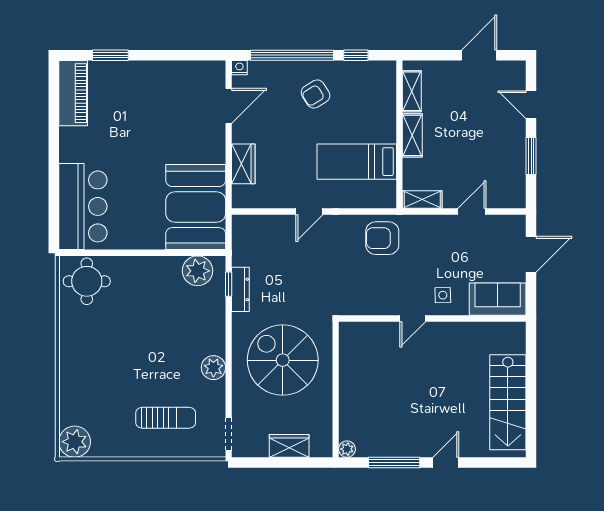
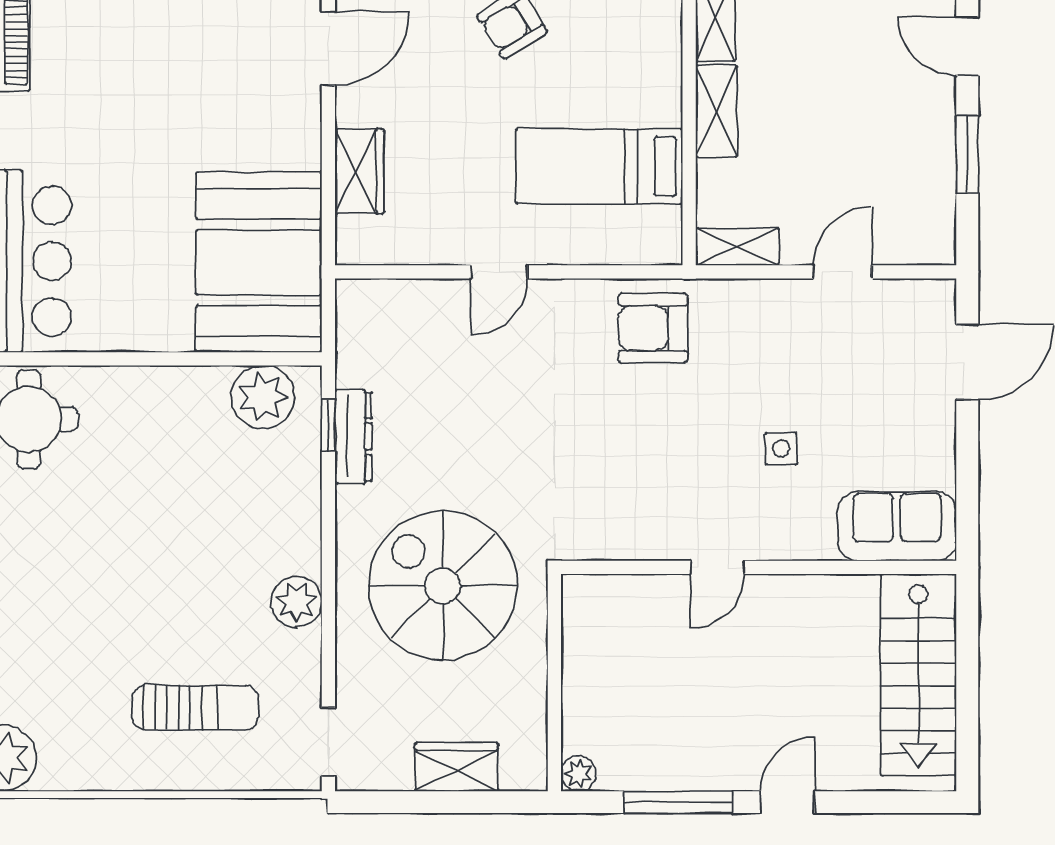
sofa: (498, 299) -> (897, 526), moved
door: (413, 319) -> (718, 567), moved
wall: (432, 319) -> (759, 567), moved

